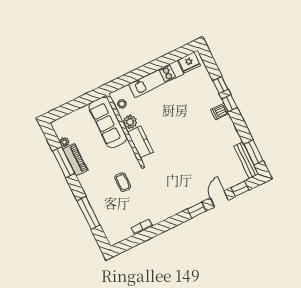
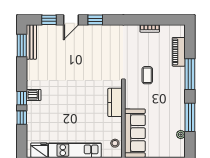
plant: (130, 122) -> (116, 124), removed
piano: (75, 160) -> (179, 52), moved
window: (88, 213) -> (190, 74), moved

